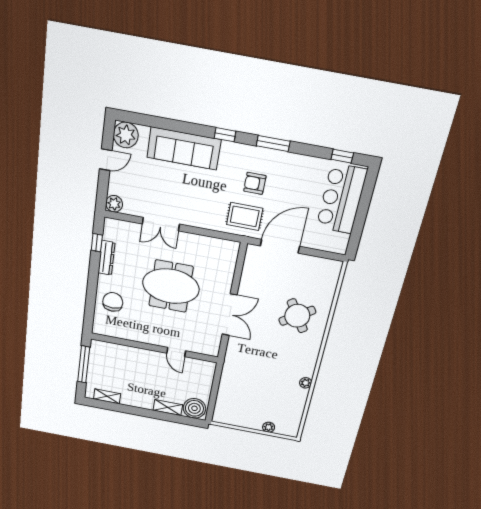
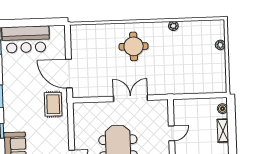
armchair: (255, 183) -> (28, 103), removed
round table: (297, 316) -> (134, 46), moved, turned 33
boiler: (194, 408) -> (222, 109), width x0.54, depth x0.54

